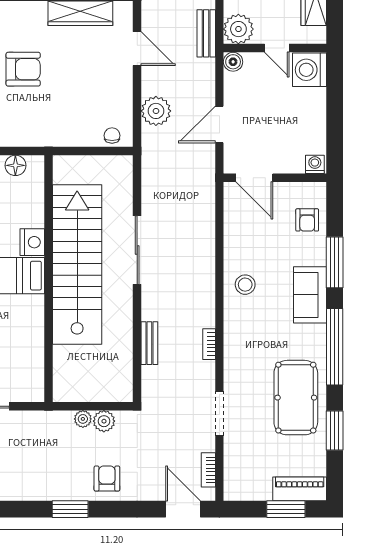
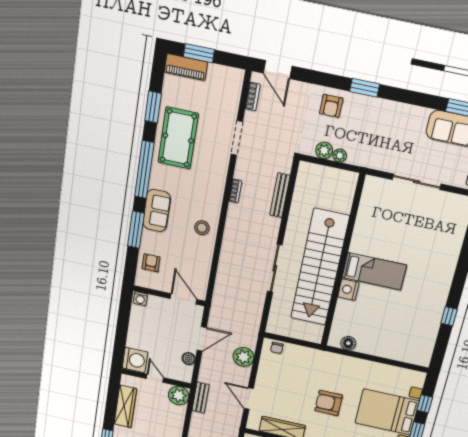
boiler: (233, 62) -> (189, 359), moved
bench: (149, 343) -> (280, 195), width x1.36

